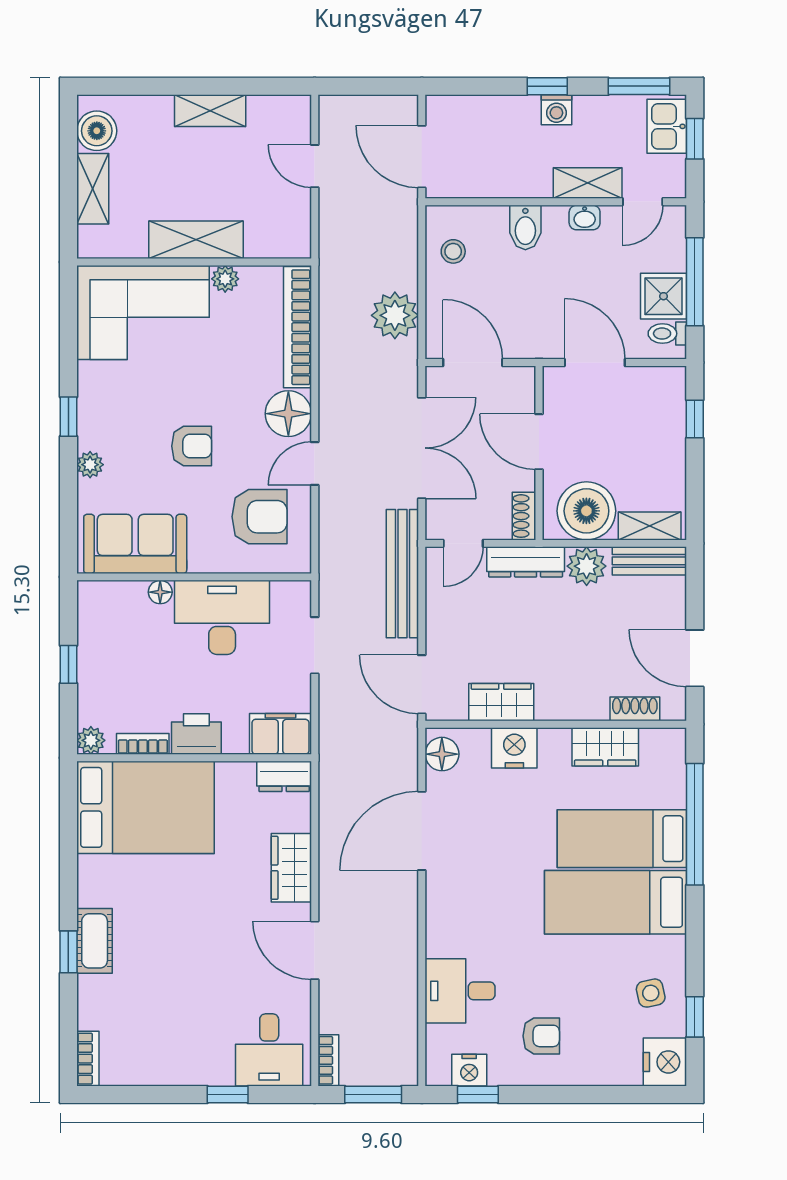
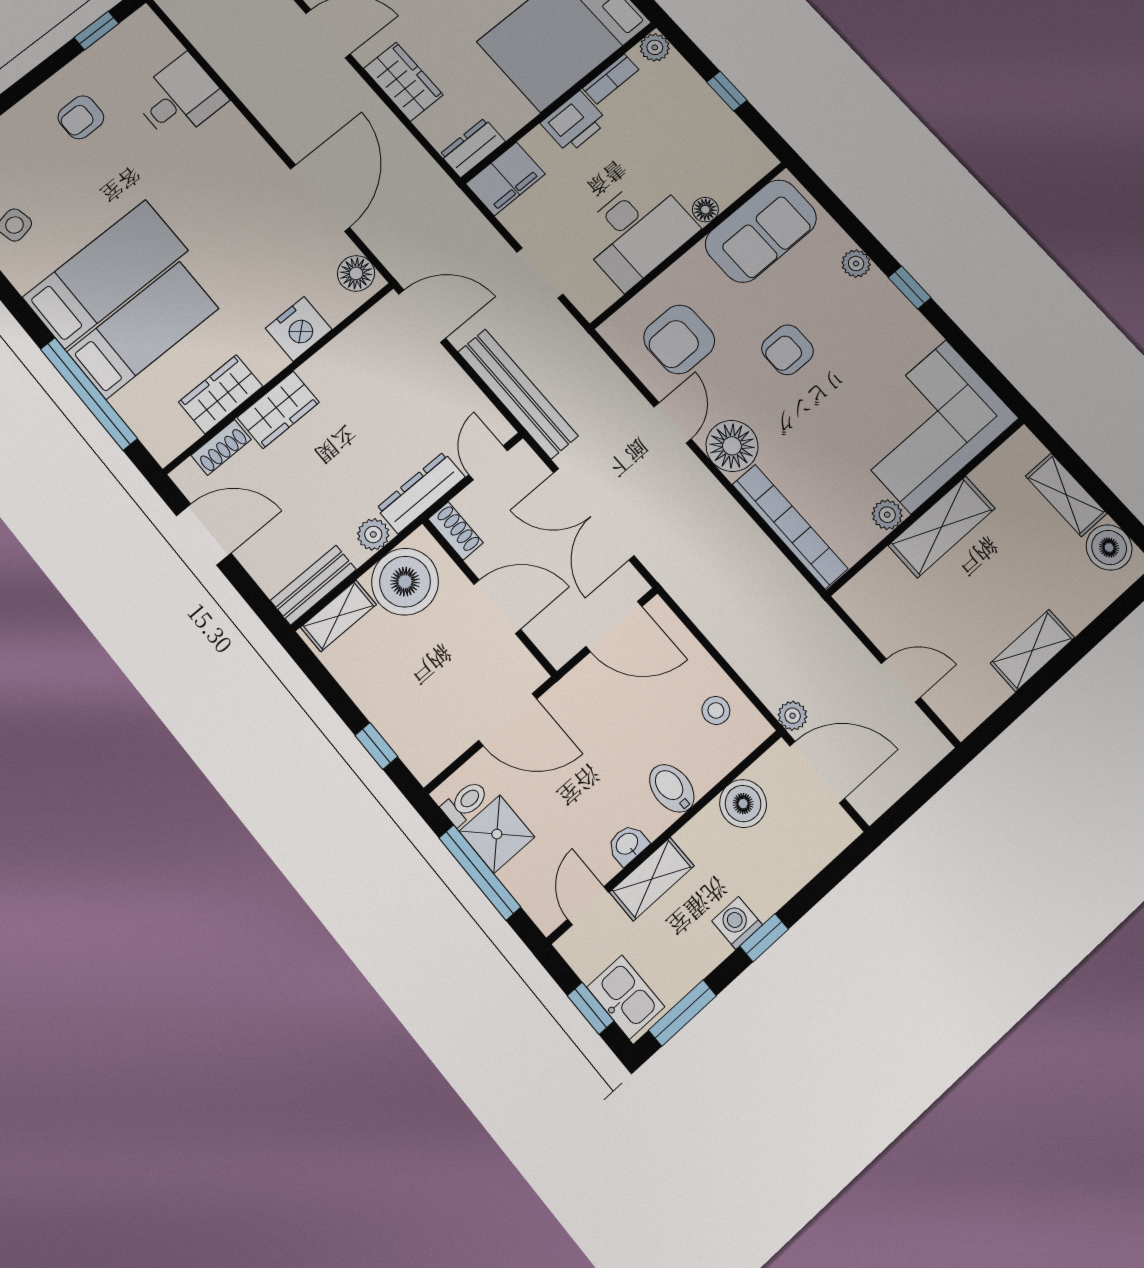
boiler: (487, 179) -> (743, 804), added
plant: (395, 315) -> (793, 716), moved, width x0.53, depth x0.53
plant: (587, 566) -> (373, 534), width x0.73, depth x0.73
wardrobe: (501, 702) -> (278, 410), moved
nightstand: (469, 1070) -> (120, 43), removed

